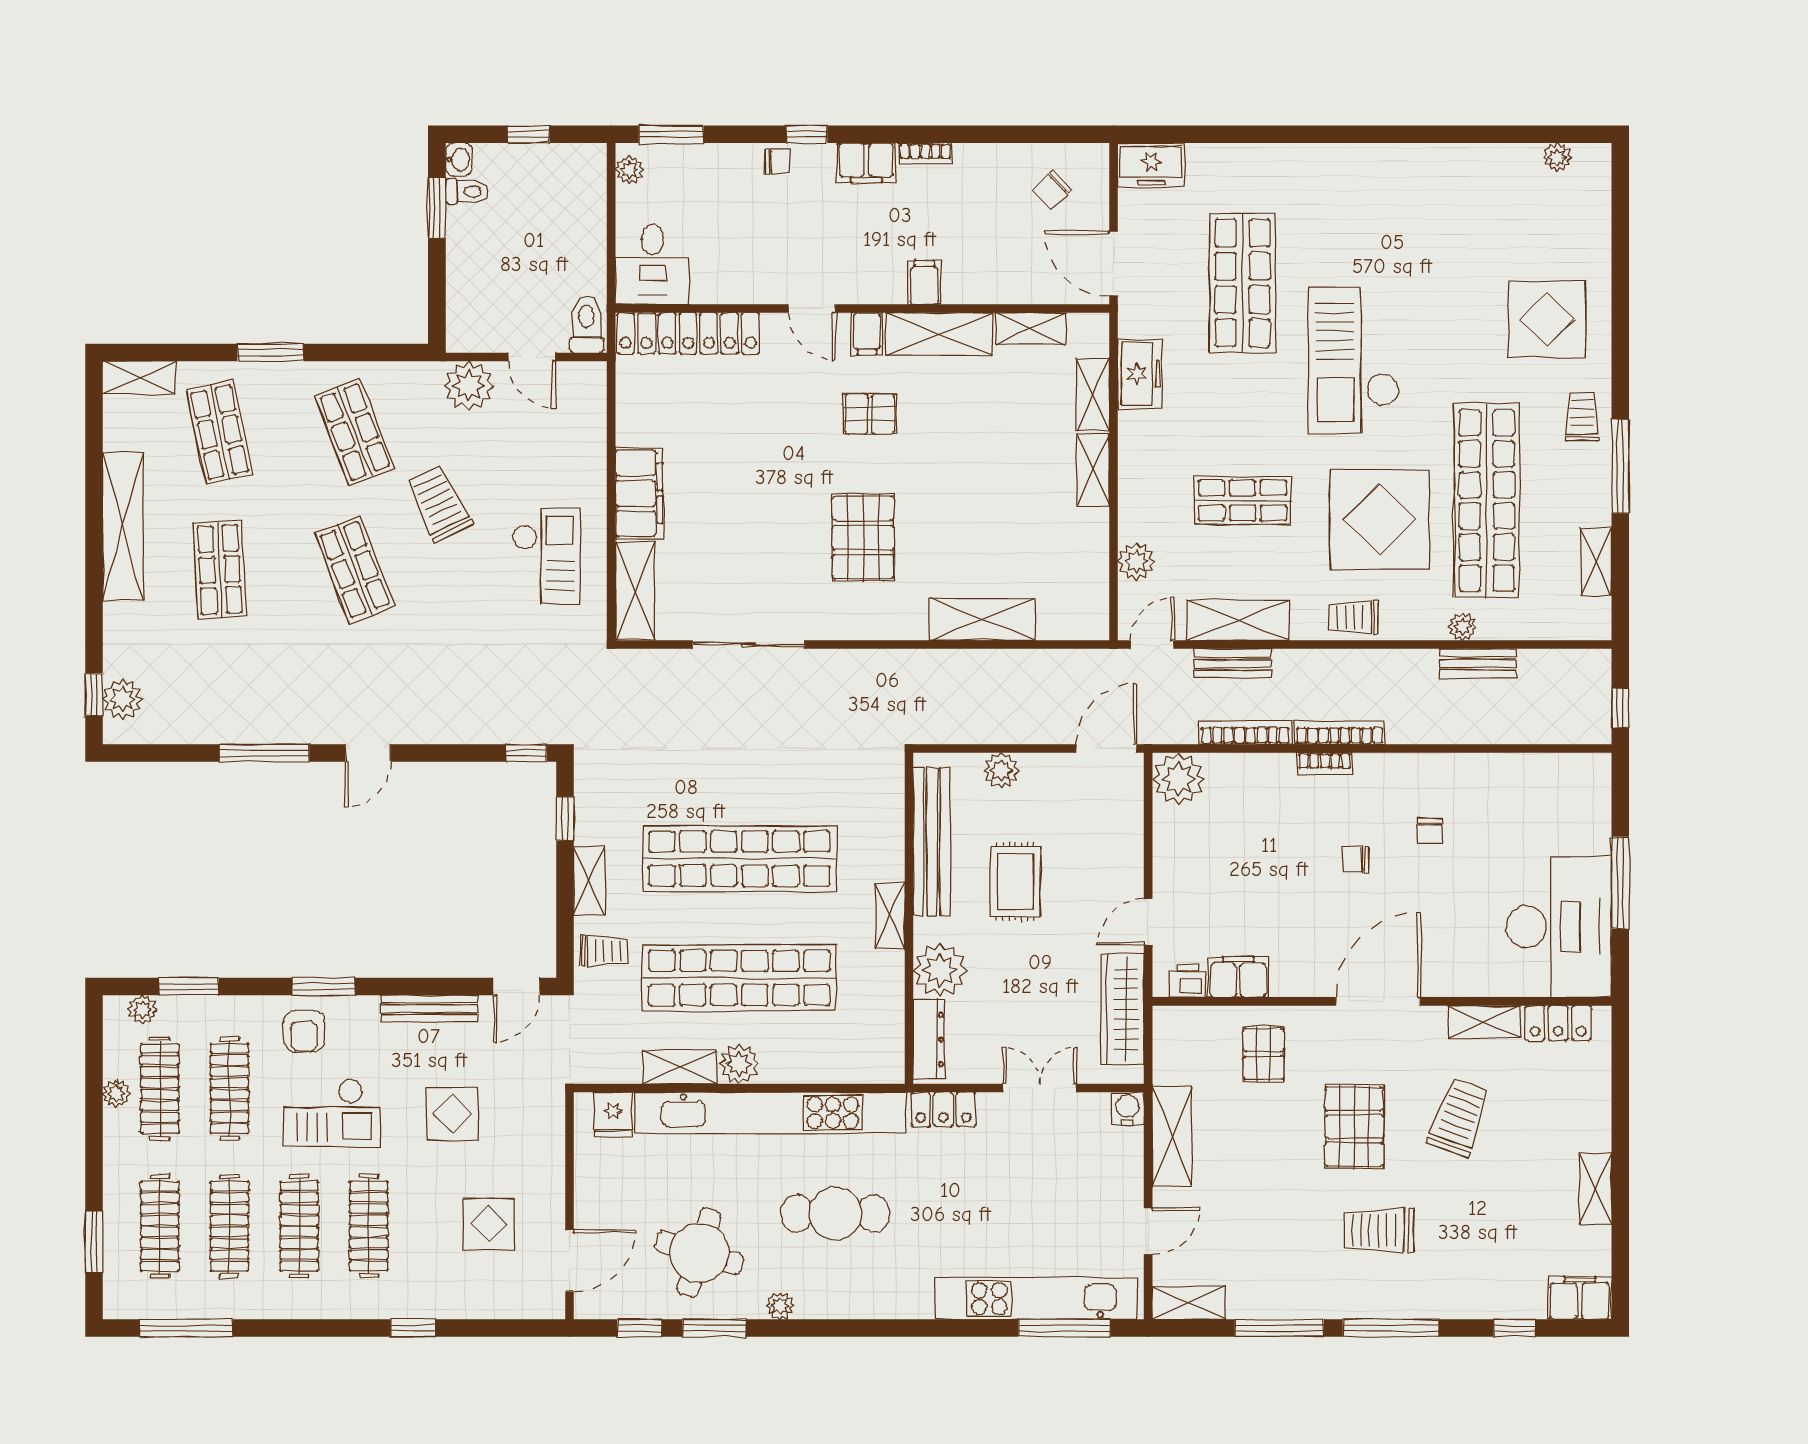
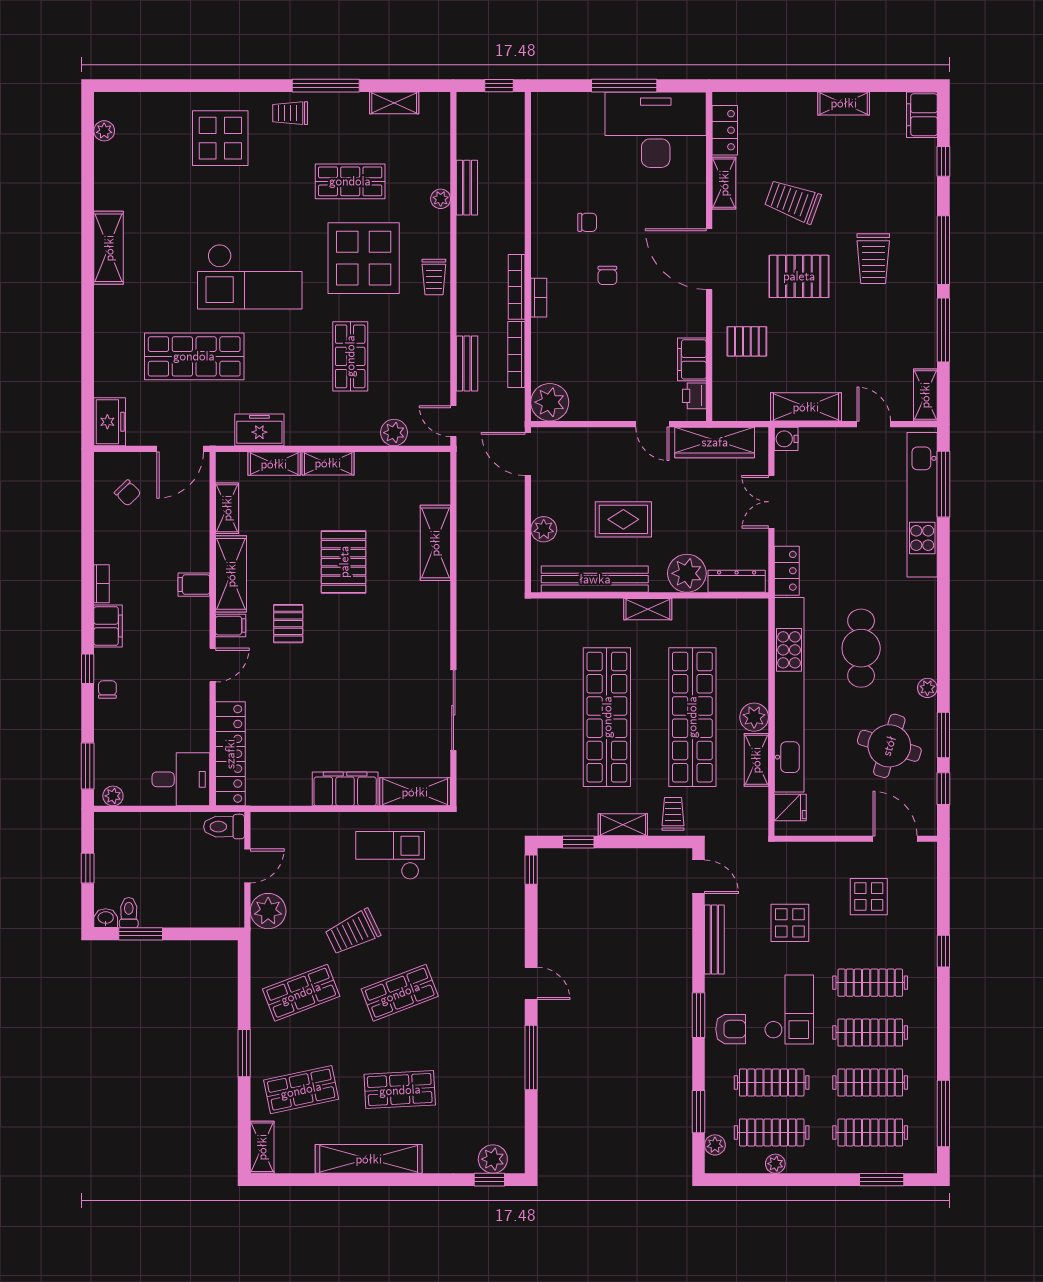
shop shelf: (1487, 500) -> (350, 181), width x0.50, depth x0.74
pallet: (863, 538) -> (344, 562), moved, turned 90
shelving: (1238, 620) -> (109, 248), moved

